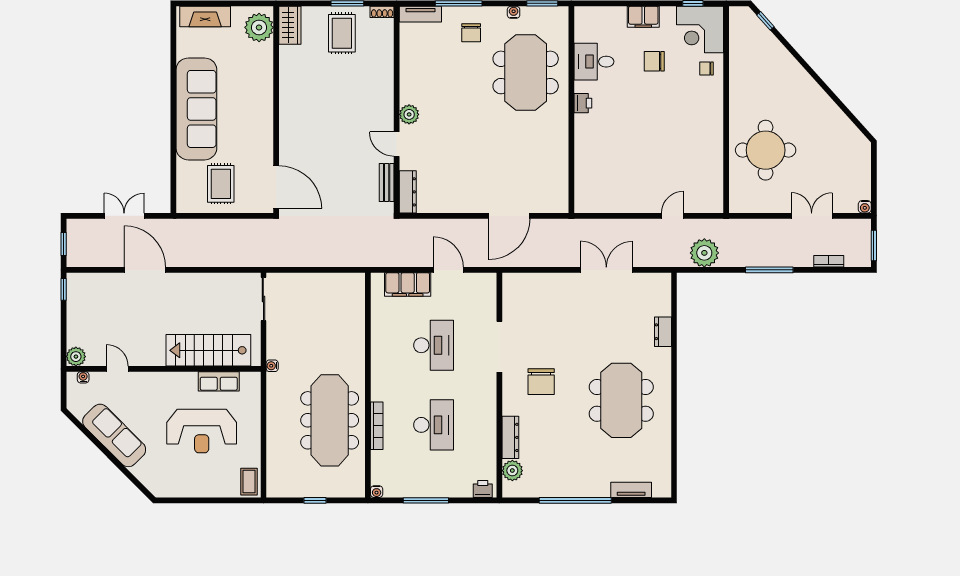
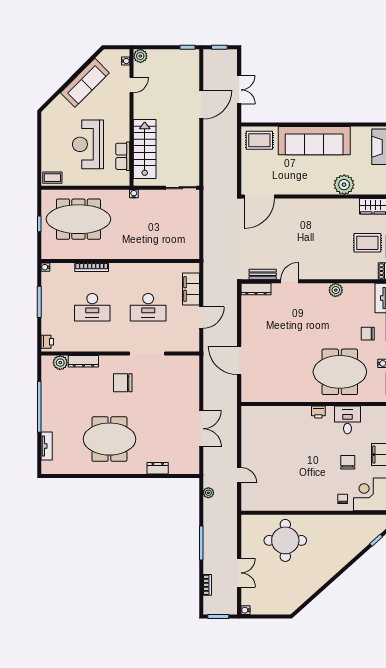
plant: (259, 27) -> (344, 185), moved
plant: (409, 114) -> (336, 290), moved
rug: (221, 184) -> (259, 140), moved
plant: (704, 253) -> (208, 493), width x0.53, depth x0.53
meeting table: (330, 420) -> (78, 219), moved

